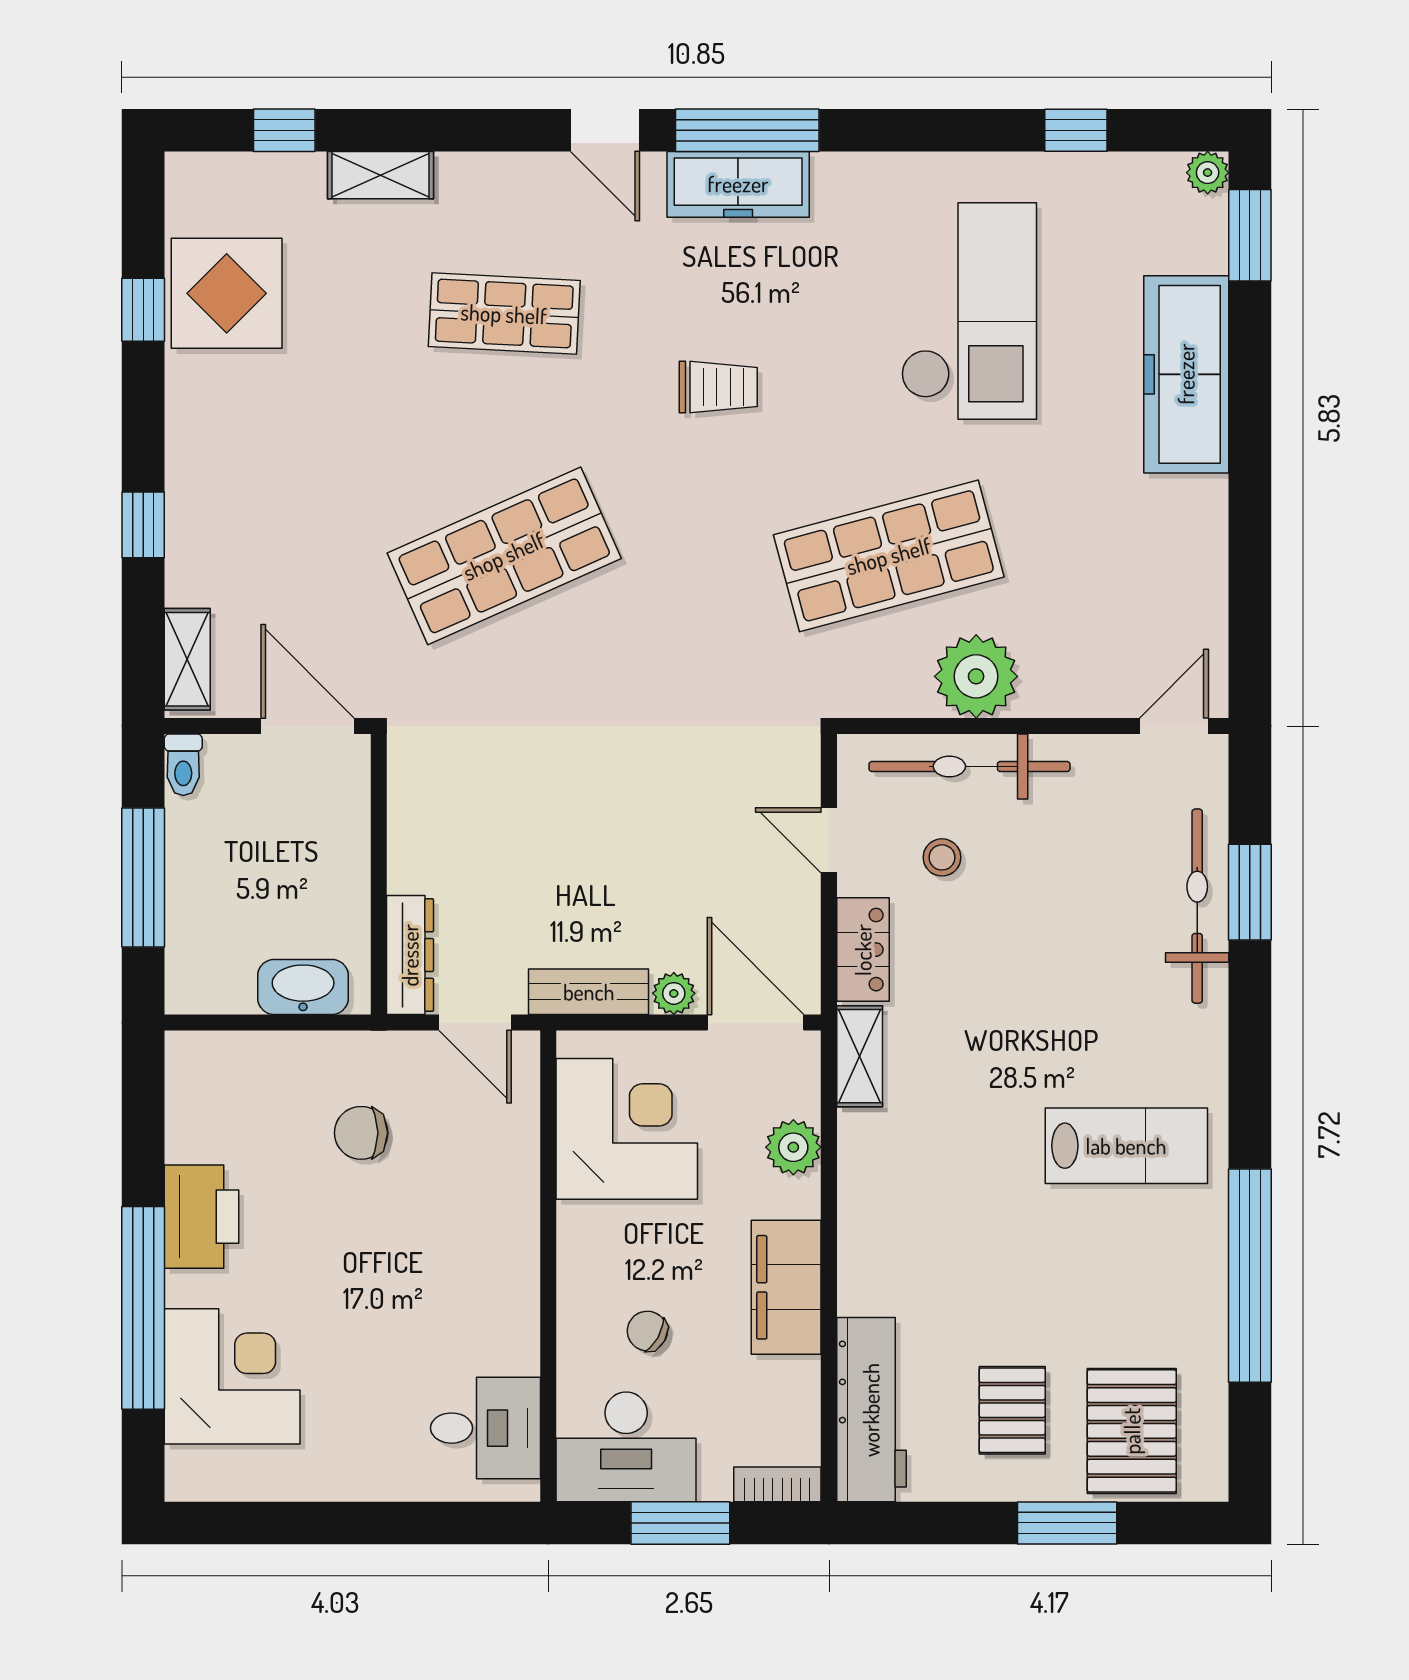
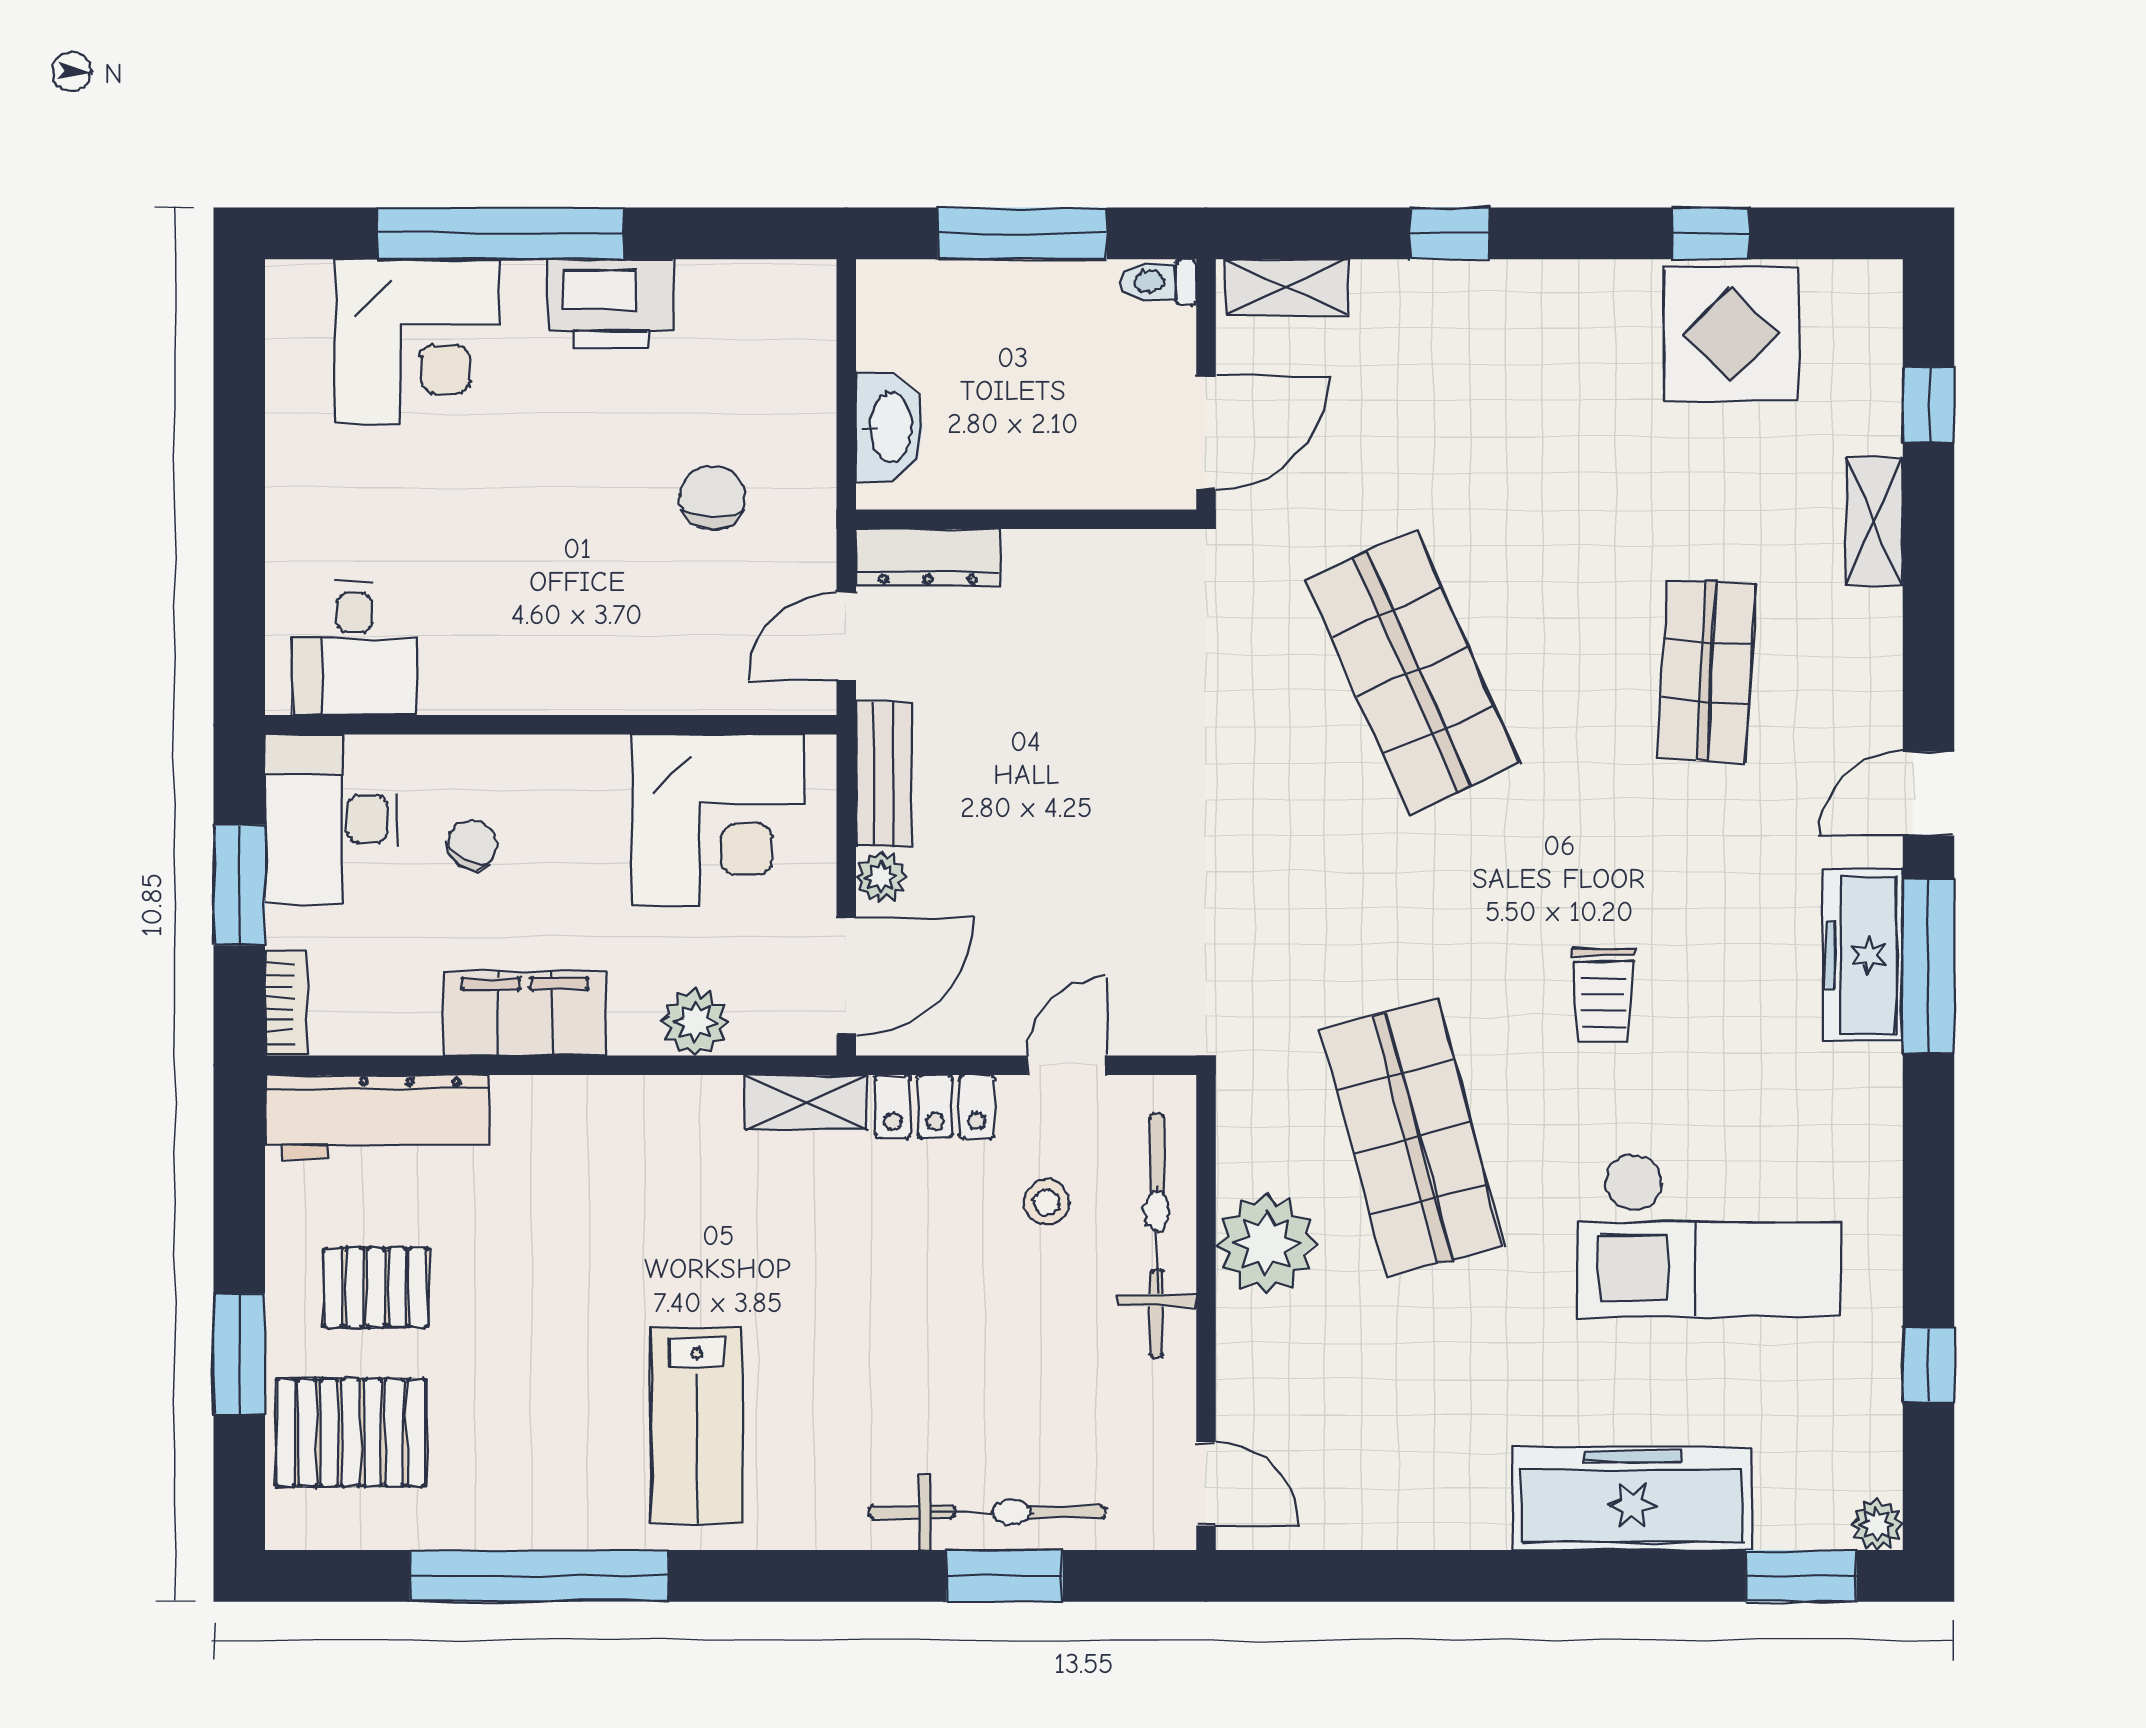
trolley: (718, 387) -> (1603, 995), moved

